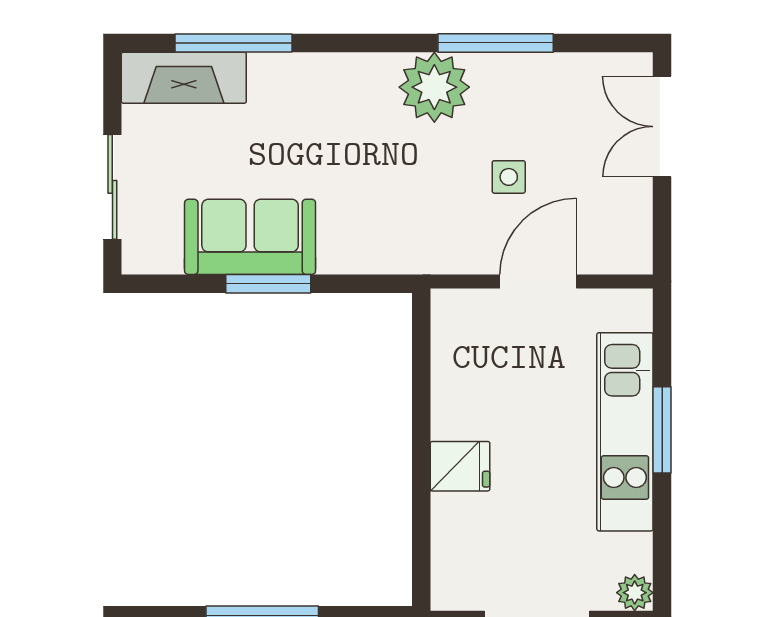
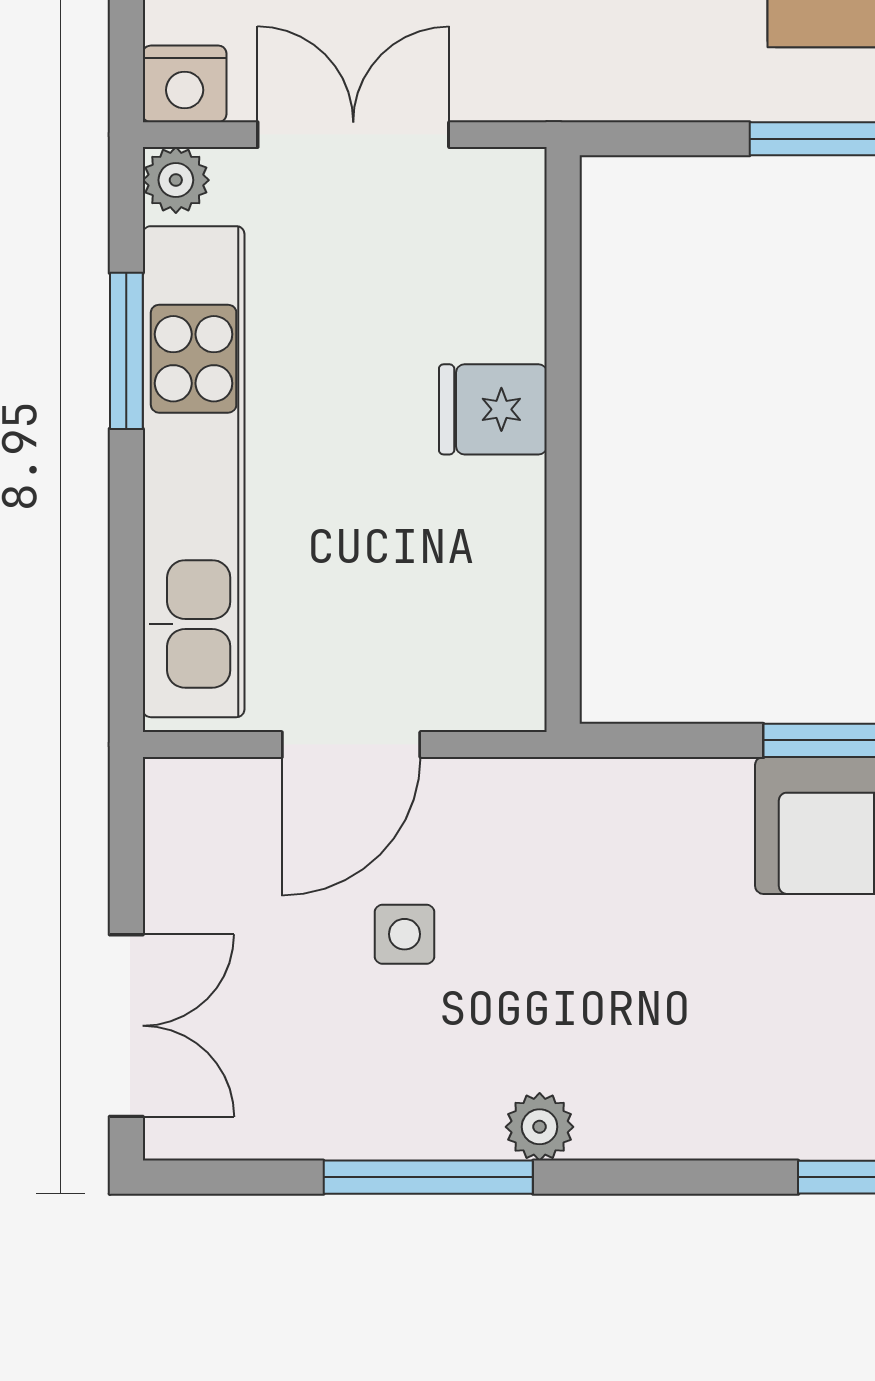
plant: (434, 87) -> (540, 1127), width x0.53, depth x0.53
window: (662, 430) -> (126, 351), moved
kitchen unit: (625, 432) -> (194, 472), width x1.36

